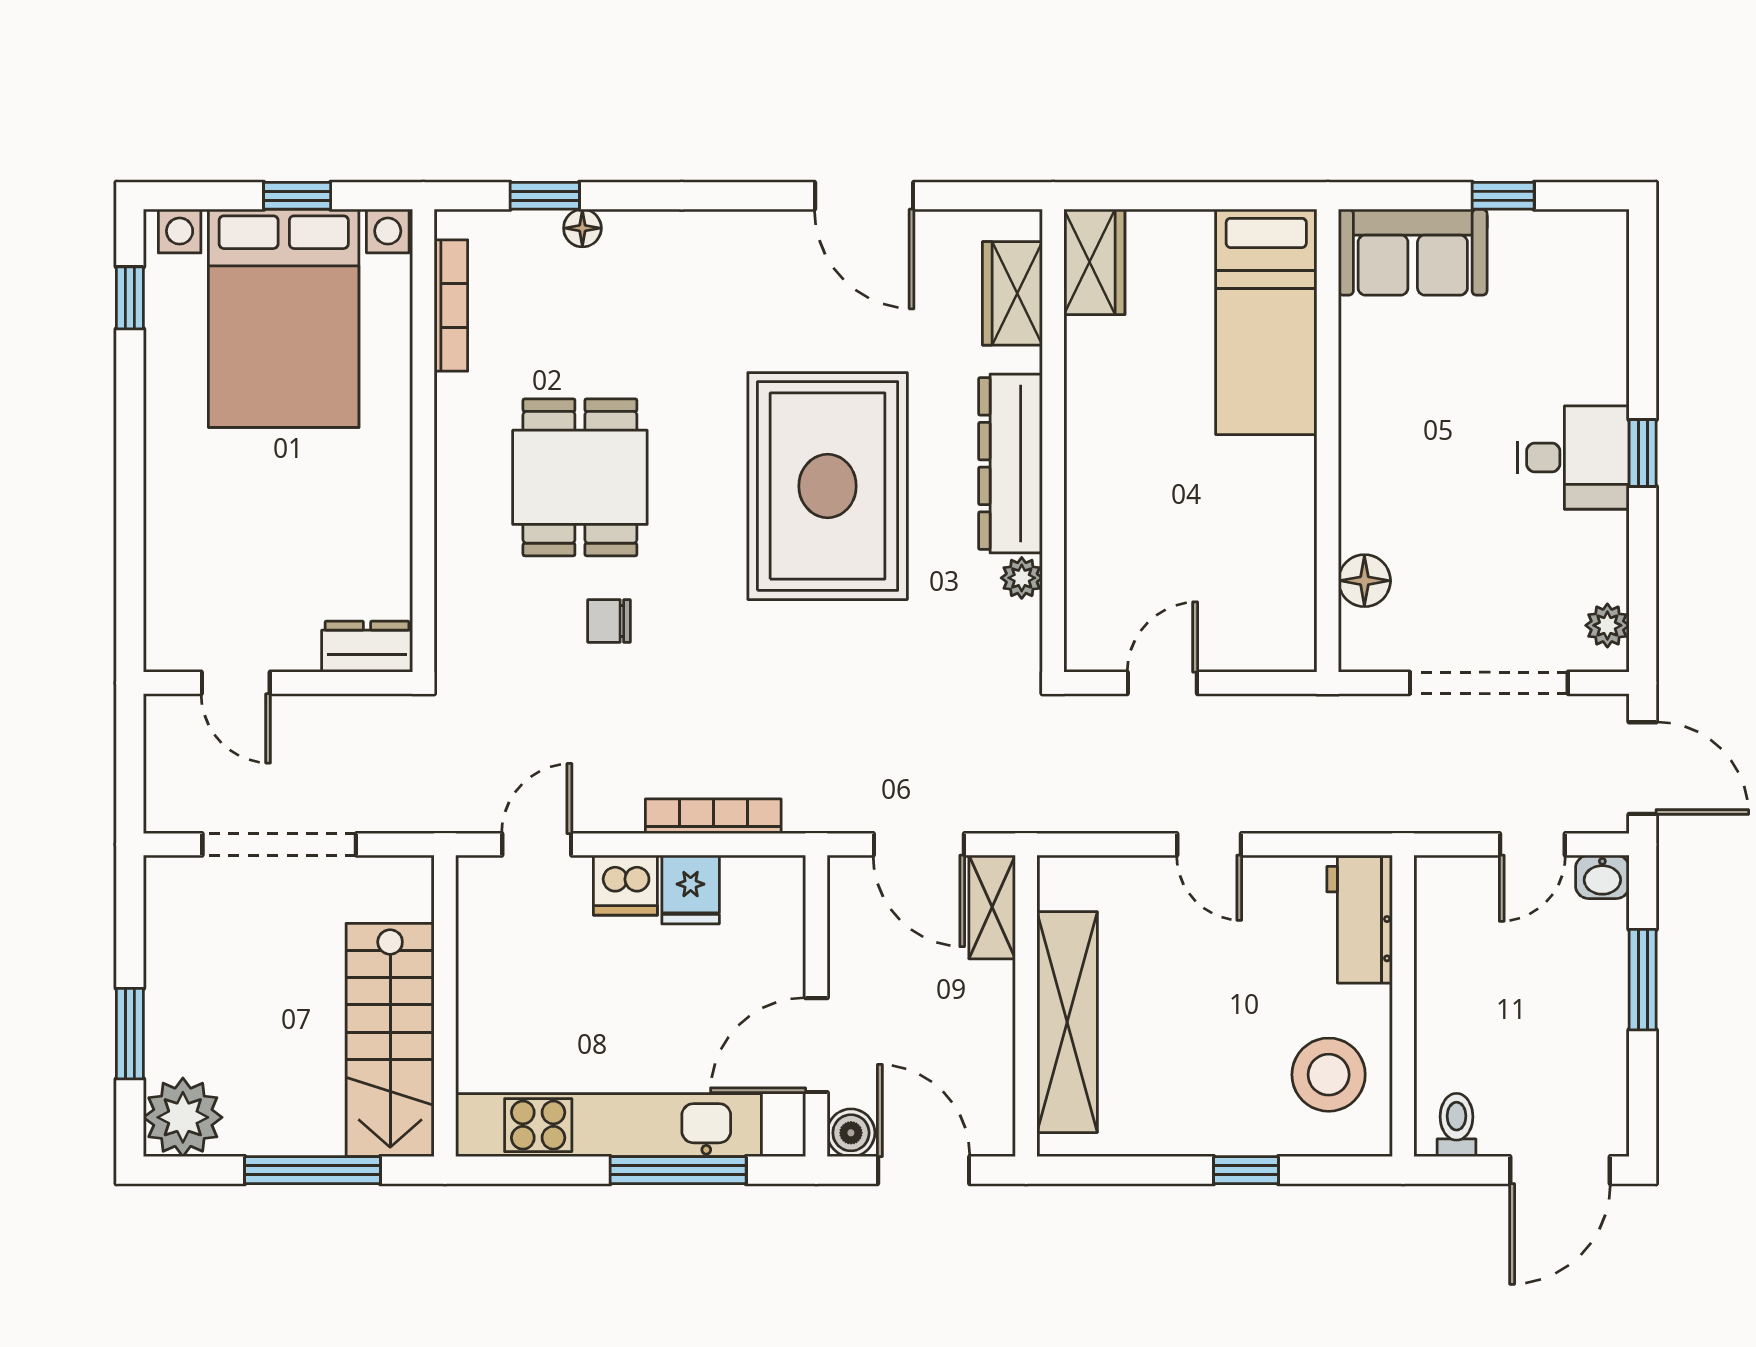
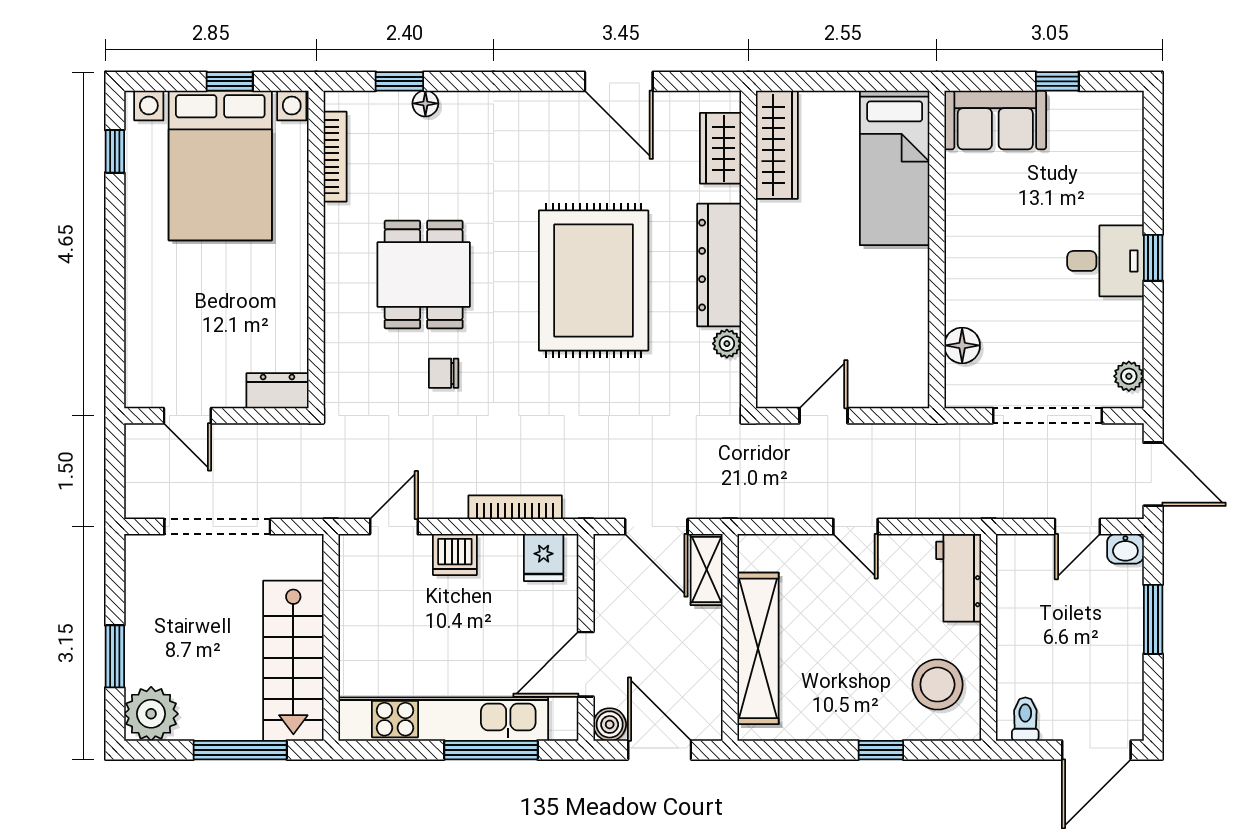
wardrobe: (1094, 262) -> (777, 145), width x1.50
fridge: (691, 890) -> (544, 557), moved

